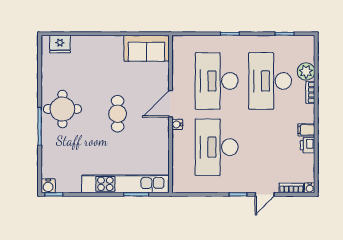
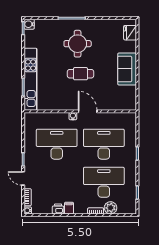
sofa: (146, 48) -> (127, 69), moved
round table: (62, 109) -> (78, 44), moved

